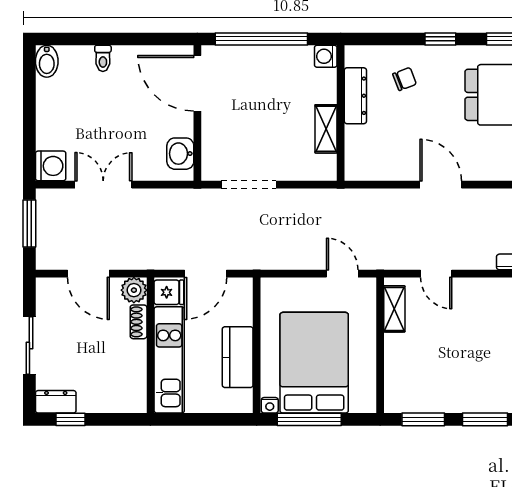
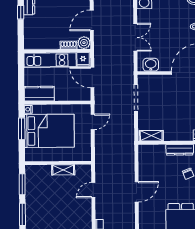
shelving: (326, 129) -> (151, 136), moved
double door: (103, 185) -> (135, 37), moved
door: (342, 274) -> (93, 122), moved
shelving: (394, 309) -> (63, 170), moved
kitchen counter: (238, 357) -> (39, 94), moved
window: (309, 419) -> (22, 129), width x0.69

